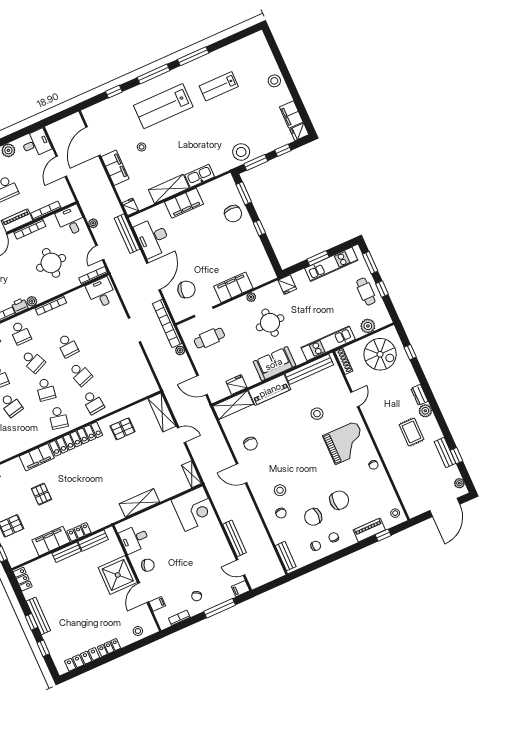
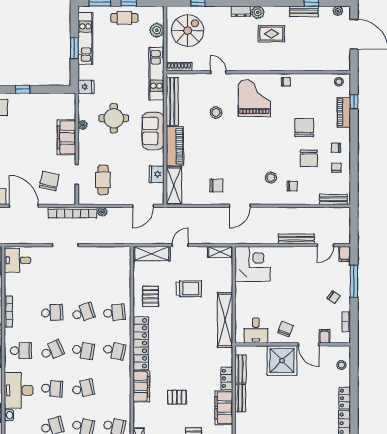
trolley: (145, 461) -> (189, 289), added
shelving: (139, 503) -> (225, 320), width x1.47

